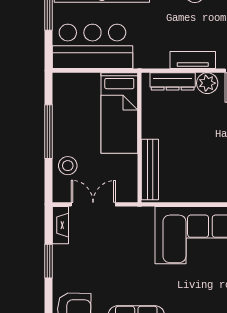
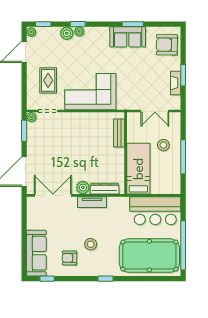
stool: (68, 166) -> (163, 145), moved
bench: (150, 169) -> (119, 133), width x0.73
fireplace: (60, 225) -> (176, 83), moved

